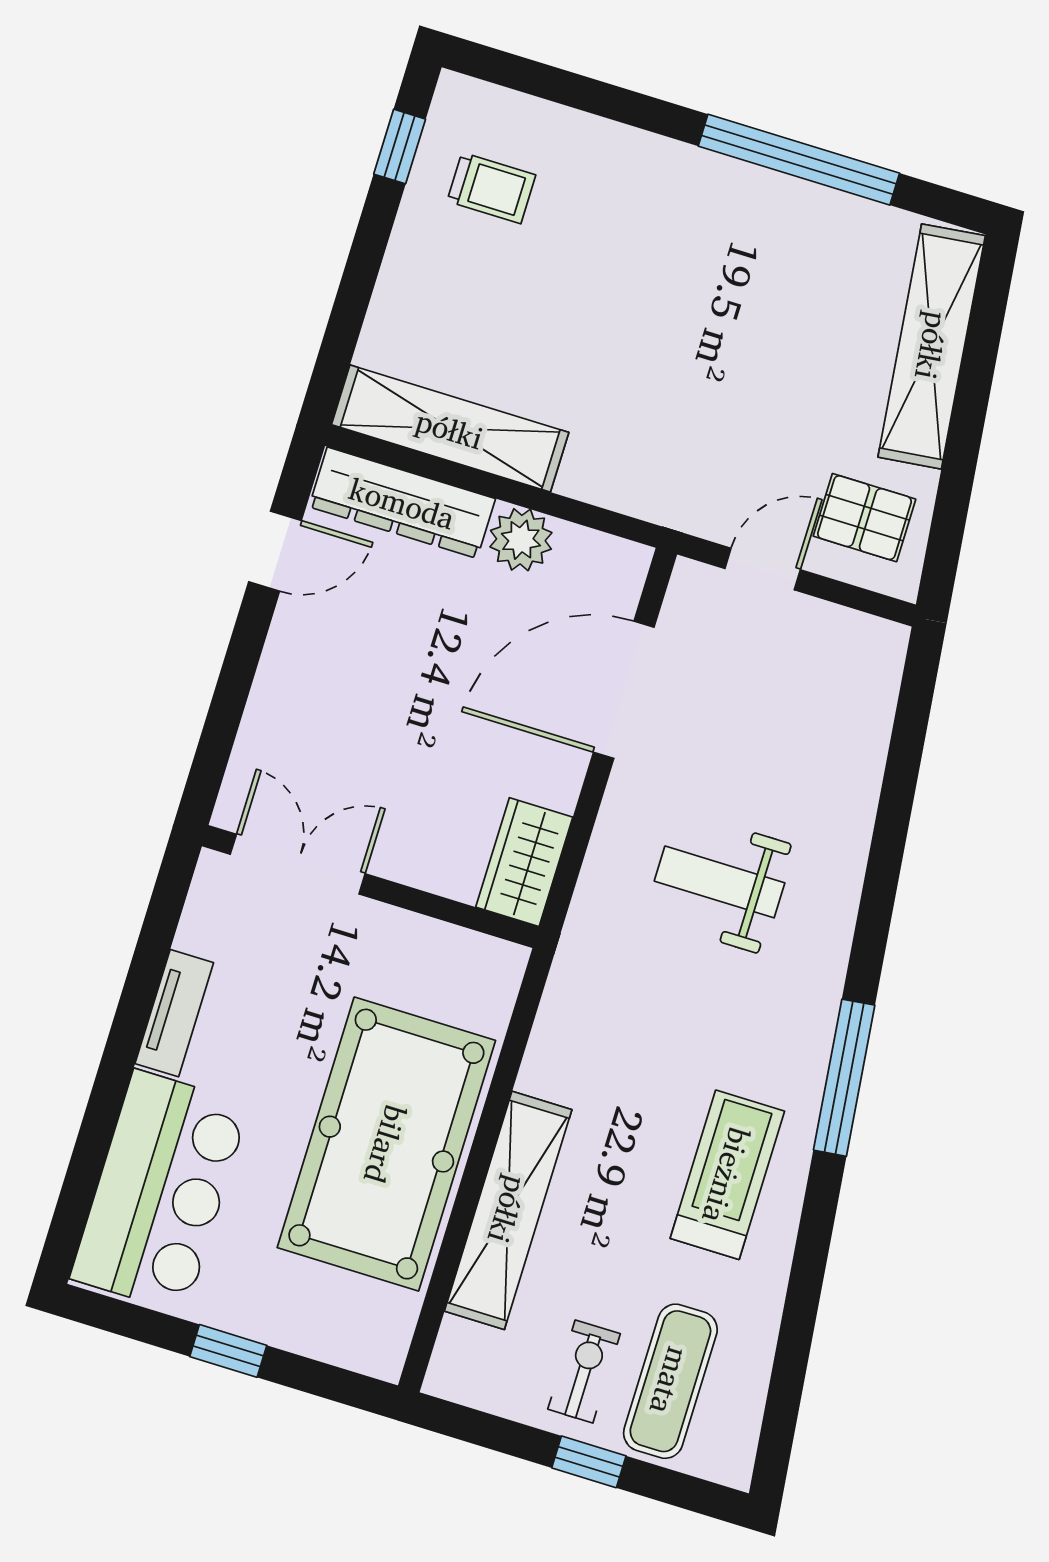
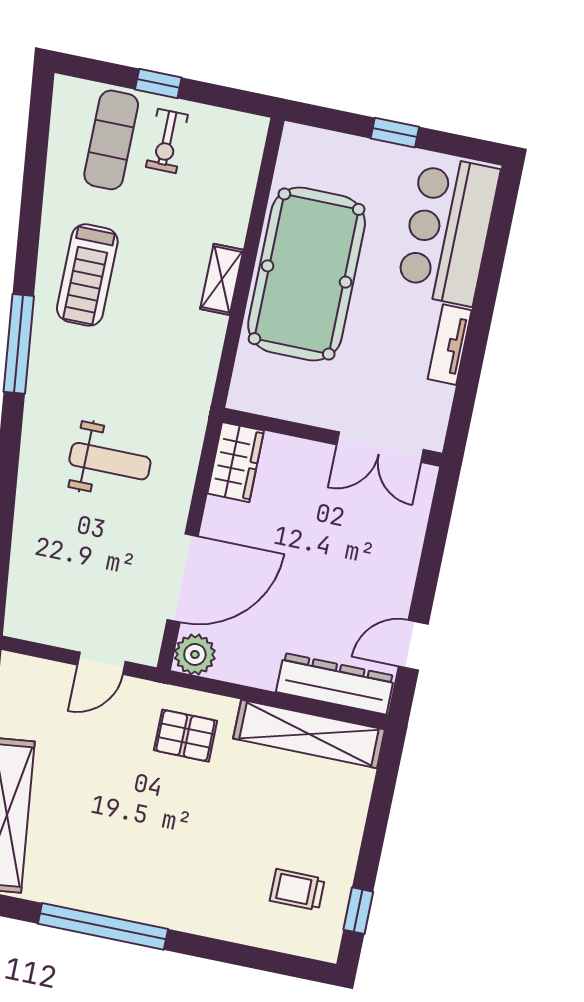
pallet: (864, 518) -> (185, 736), moved
plant: (521, 540) -> (195, 654), moved
shelving: (508, 1210) -> (222, 279), width x0.45, depth x0.75

